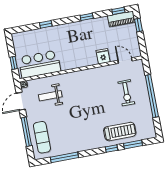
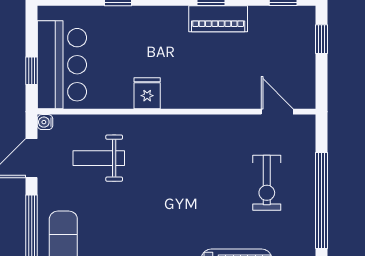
piano: (121, 19) -> (218, 19), moved
fridge: (103, 56) -> (147, 93), moved
bar counter: (40, 64) -> (62, 65), moved, turned 90

